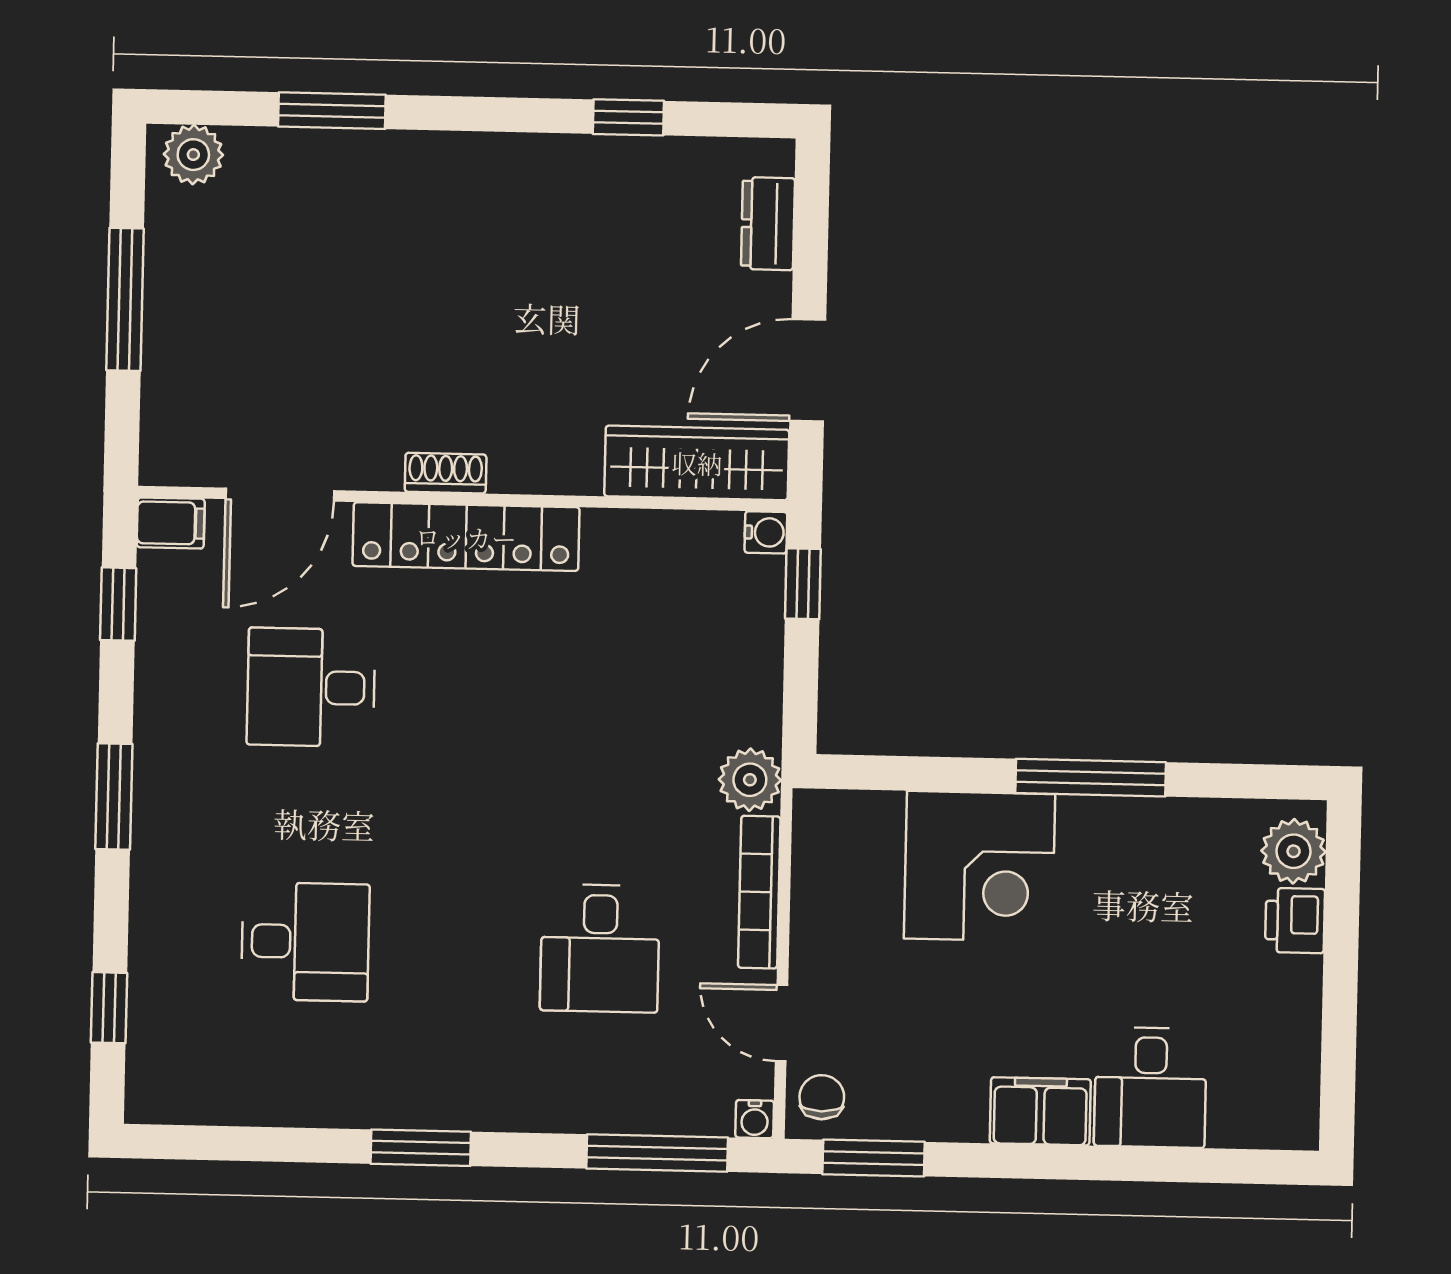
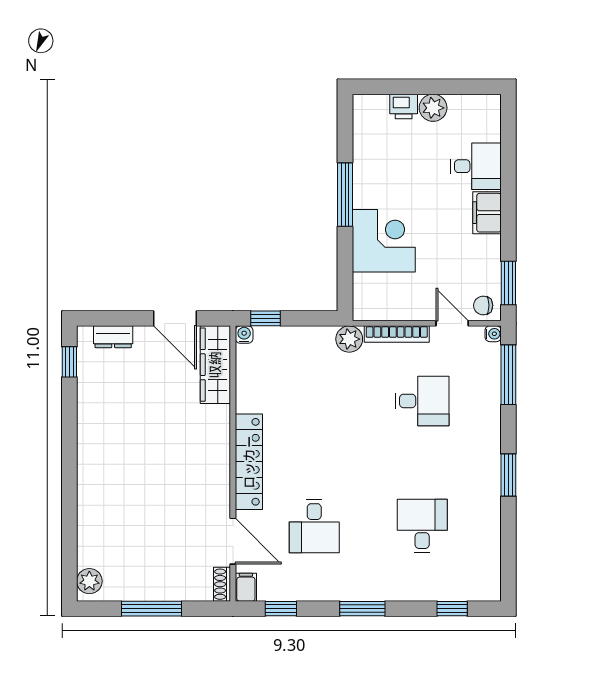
window: (332, 111) -> (69, 523), removed
window: (628, 117) -> (69, 362), moved
shoe rack: (446, 473) -> (222, 584), moved
plant: (1294, 851) -> (433, 108), moved
door: (781, 1023) -> (452, 323), swing flipped

